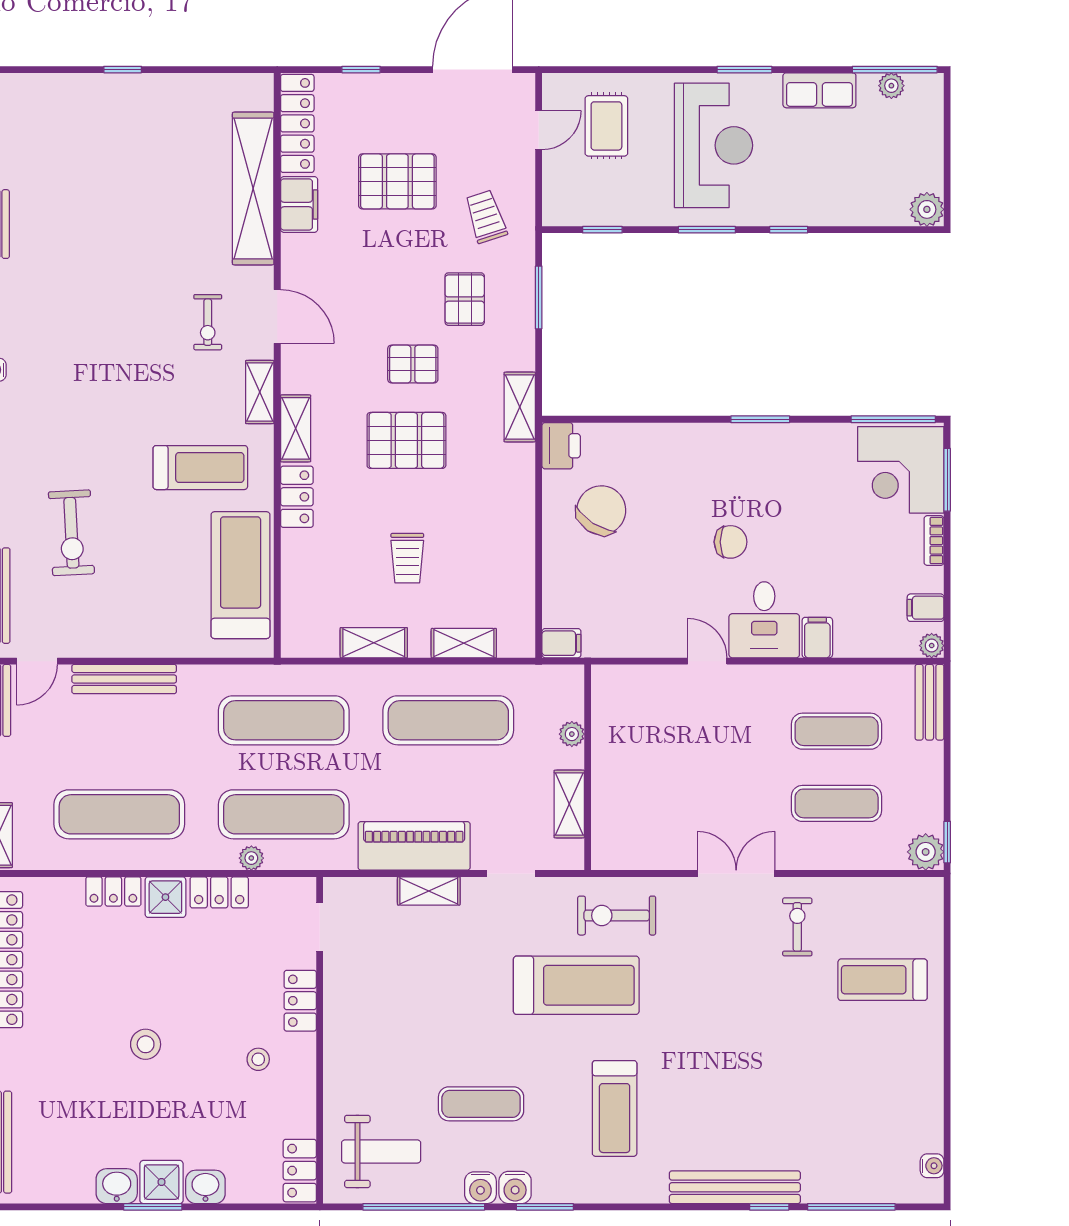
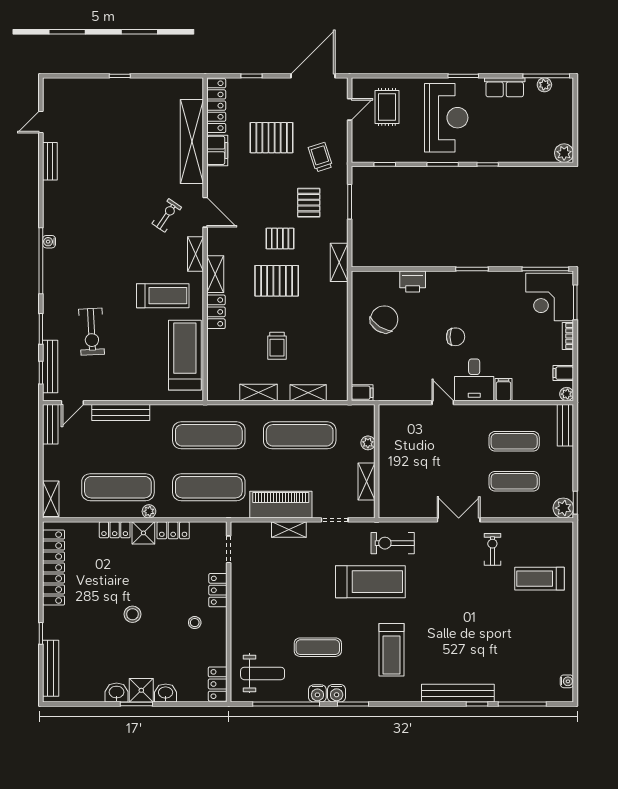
exercise bike: (208, 322) -> (167, 215), turned -146
printer: (561, 446) -> (413, 281), moved, turned 90
plant: (251, 858) -> (149, 511), moved

